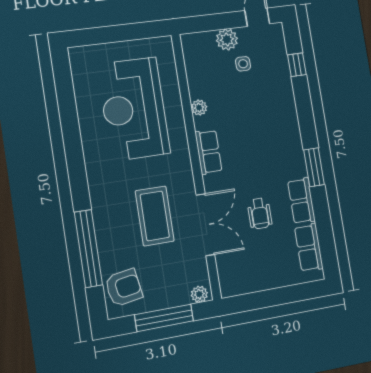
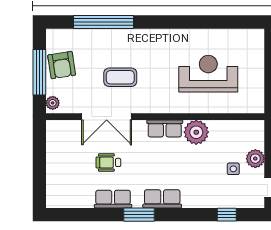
plant: (199, 108) -> (196, 132), width x1.87, depth x1.87
reception desk: (134, 109) -> (208, 74), width x0.74, depth x0.77
coffee table: (155, 216) -> (120, 77), width x0.73, depth x0.76
row of seats: (309, 248) -> (162, 199), moved
armchair: (124, 288) -> (62, 65), moved

